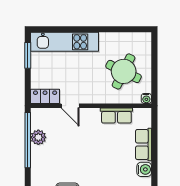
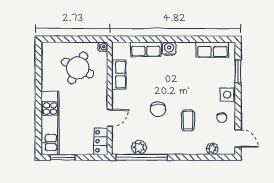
chair: (79, 157) -> (158, 109), added

